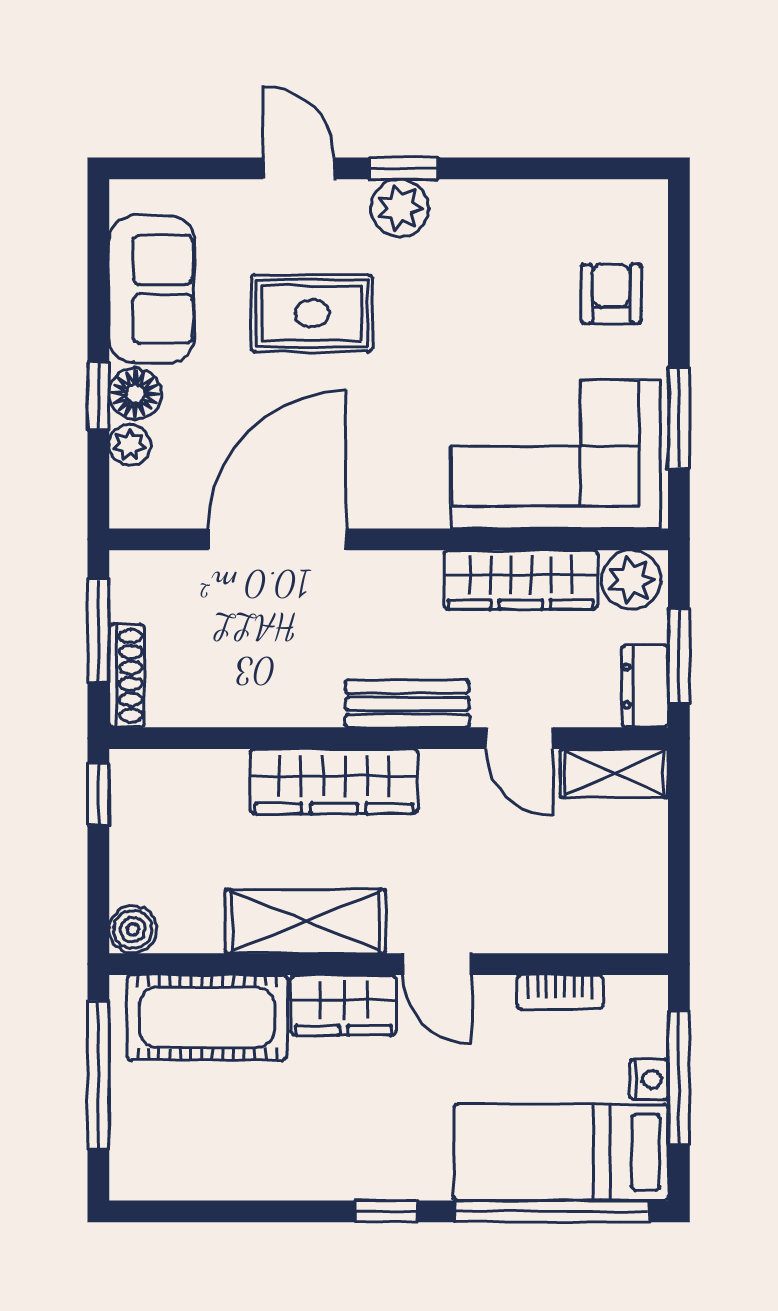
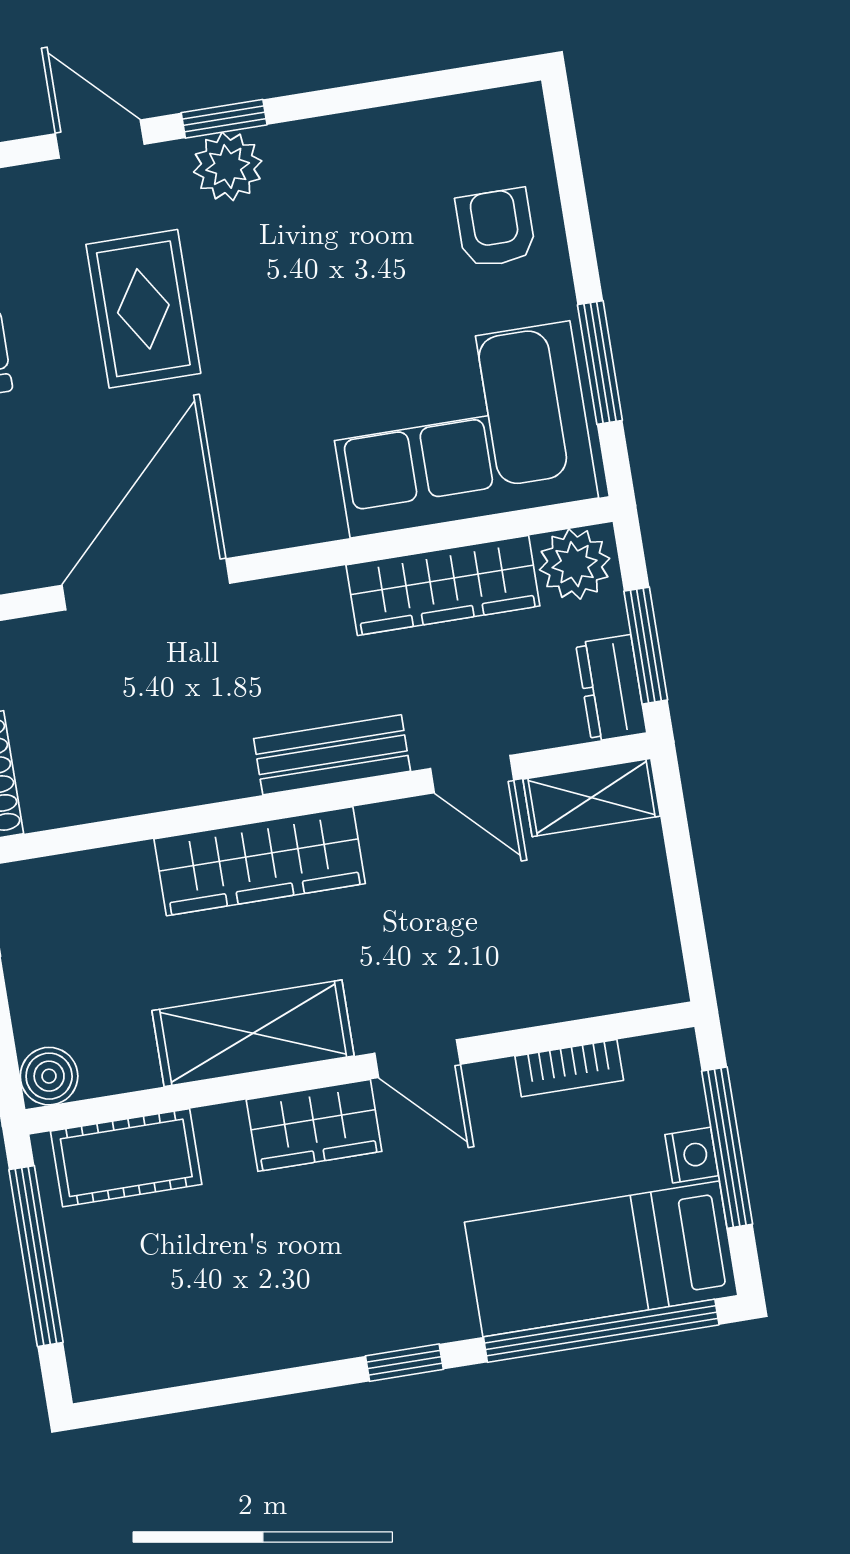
rug: (312, 313) -> (143, 309), turned 90
cot: (207, 1017) -> (126, 1158), width x0.73, depth x0.75

